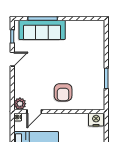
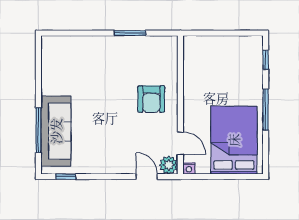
door: (12, 59) -> (147, 177), moved
armchair: (63, 92) -> (151, 99), turned 90
nightstand: (96, 120) -> (193, 49), removed

